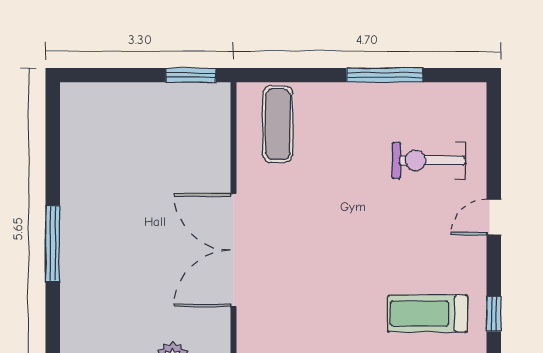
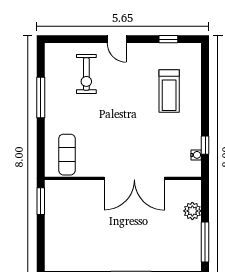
exercise mat: (278, 124) -> (67, 155), turned 90
treadmill: (427, 314) -> (169, 91), moved

